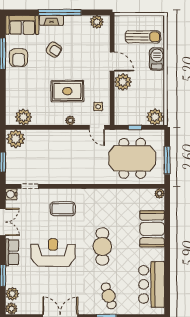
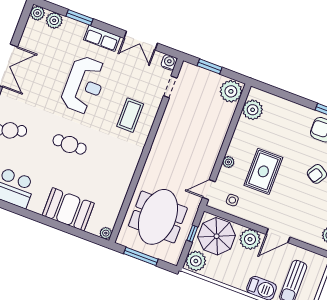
parasol: (130, 108) -> (217, 236), added
cafe table: (102, 246) -> (70, 144), width x0.73, depth x0.74

